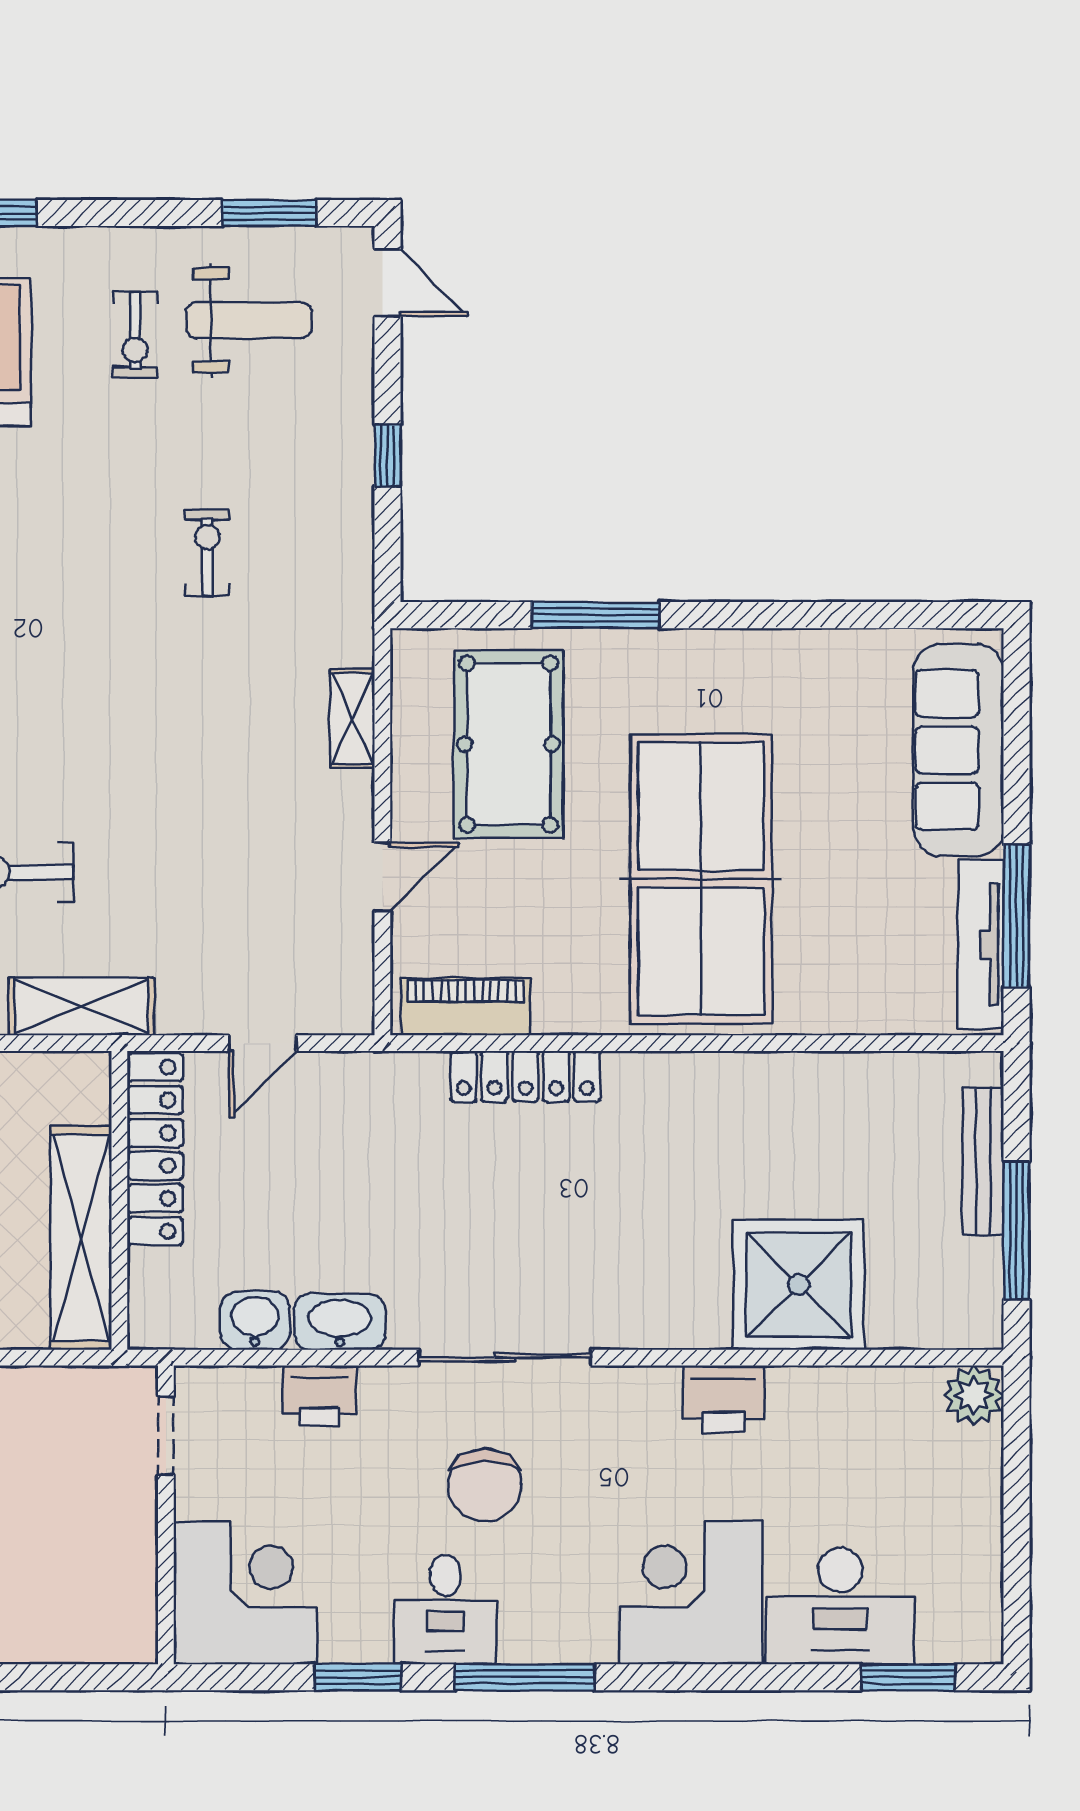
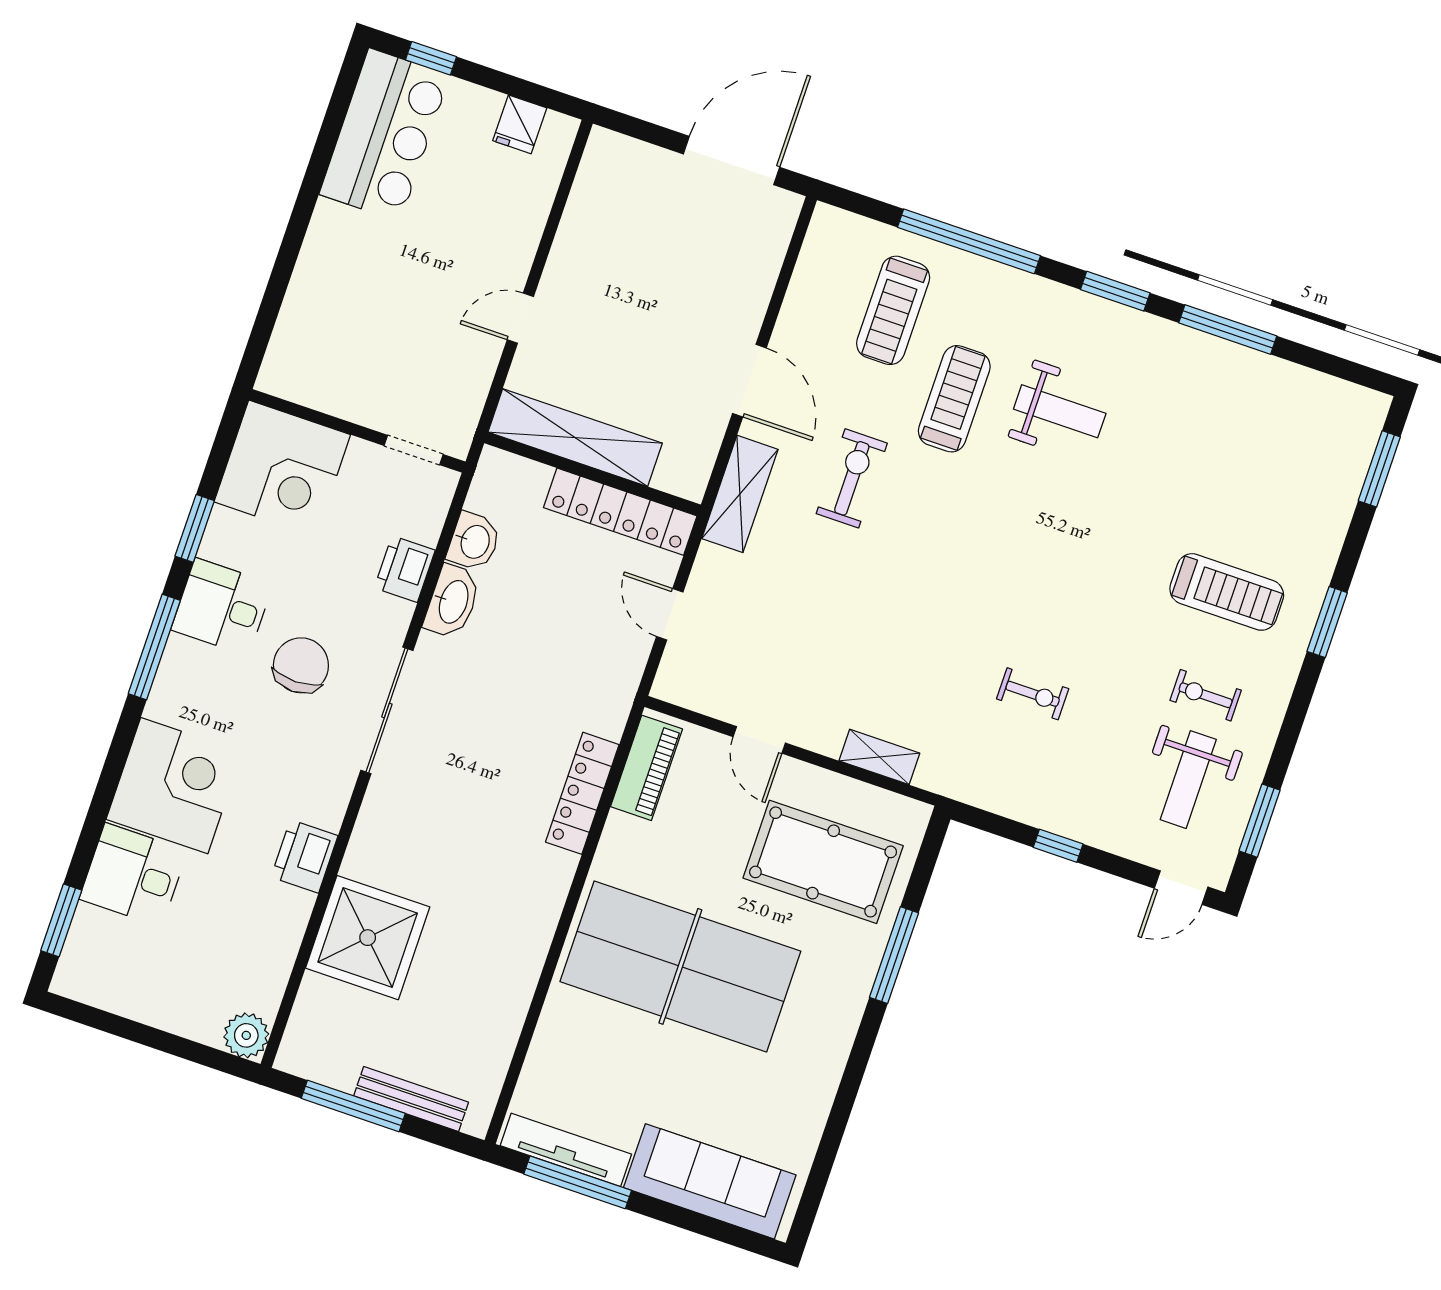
chair: (485, 1485) -> (301, 665), turned 90
desk: (840, 1606) -> (133, 875), width x0.73

